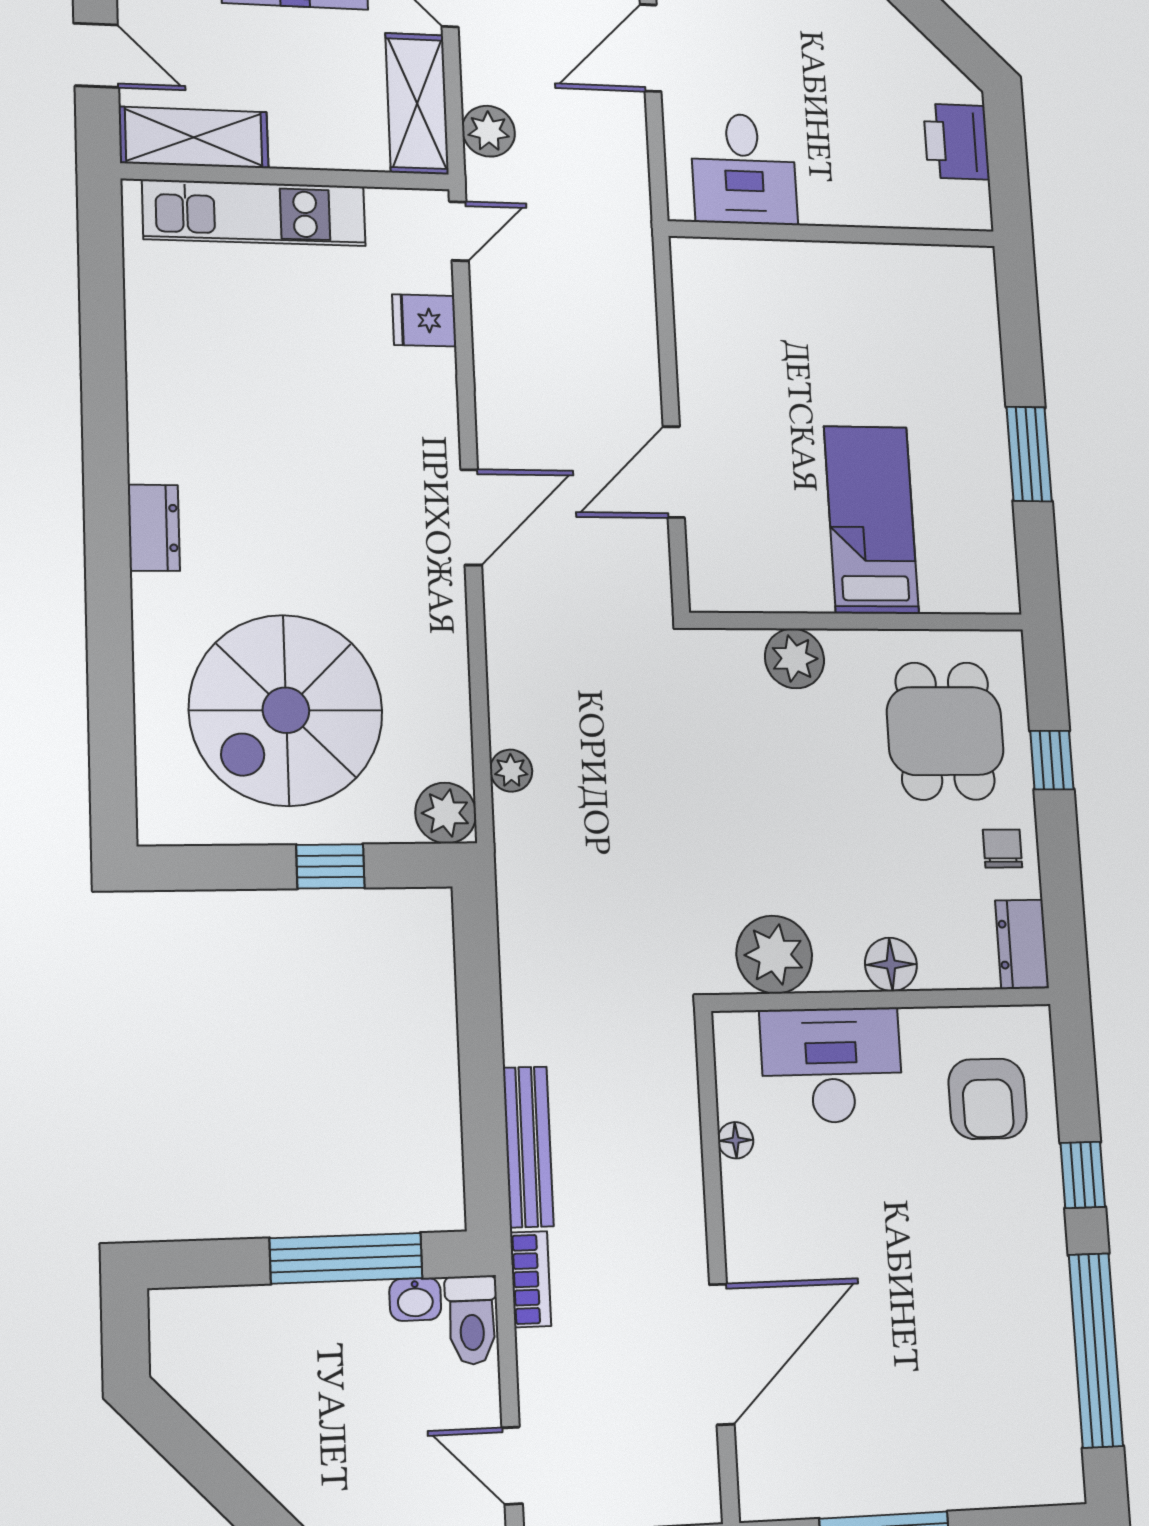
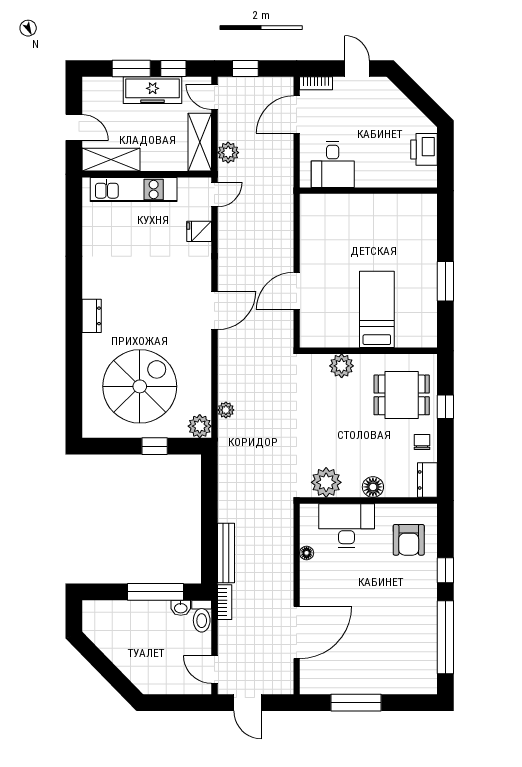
spiral stairs: (286, 710) -> (140, 386), turned 180
dining table: (945, 731) -> (402, 395), turned 90

